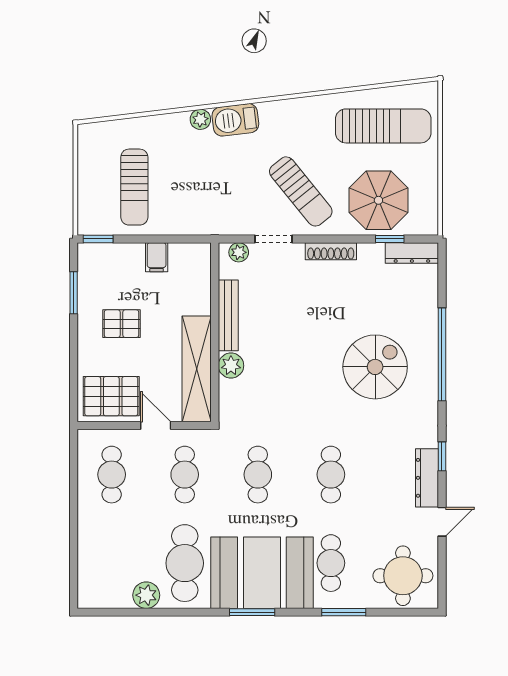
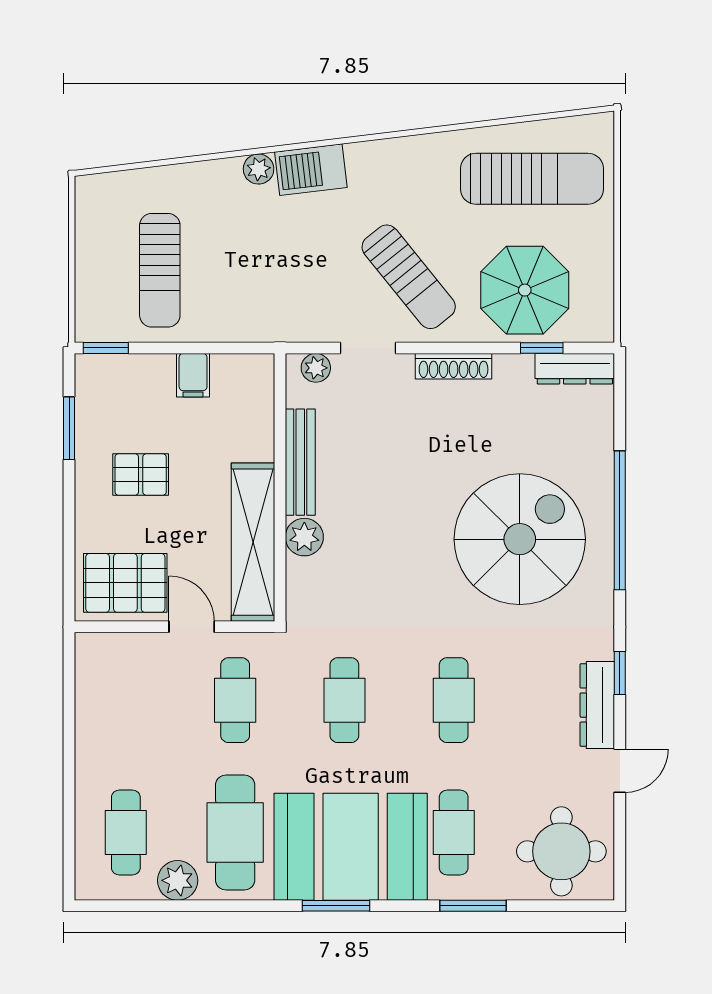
spiral stairs: (375, 367) -> (520, 539), width x1.37, depth x1.37
cafe table: (112, 475) -> (126, 832), moved

